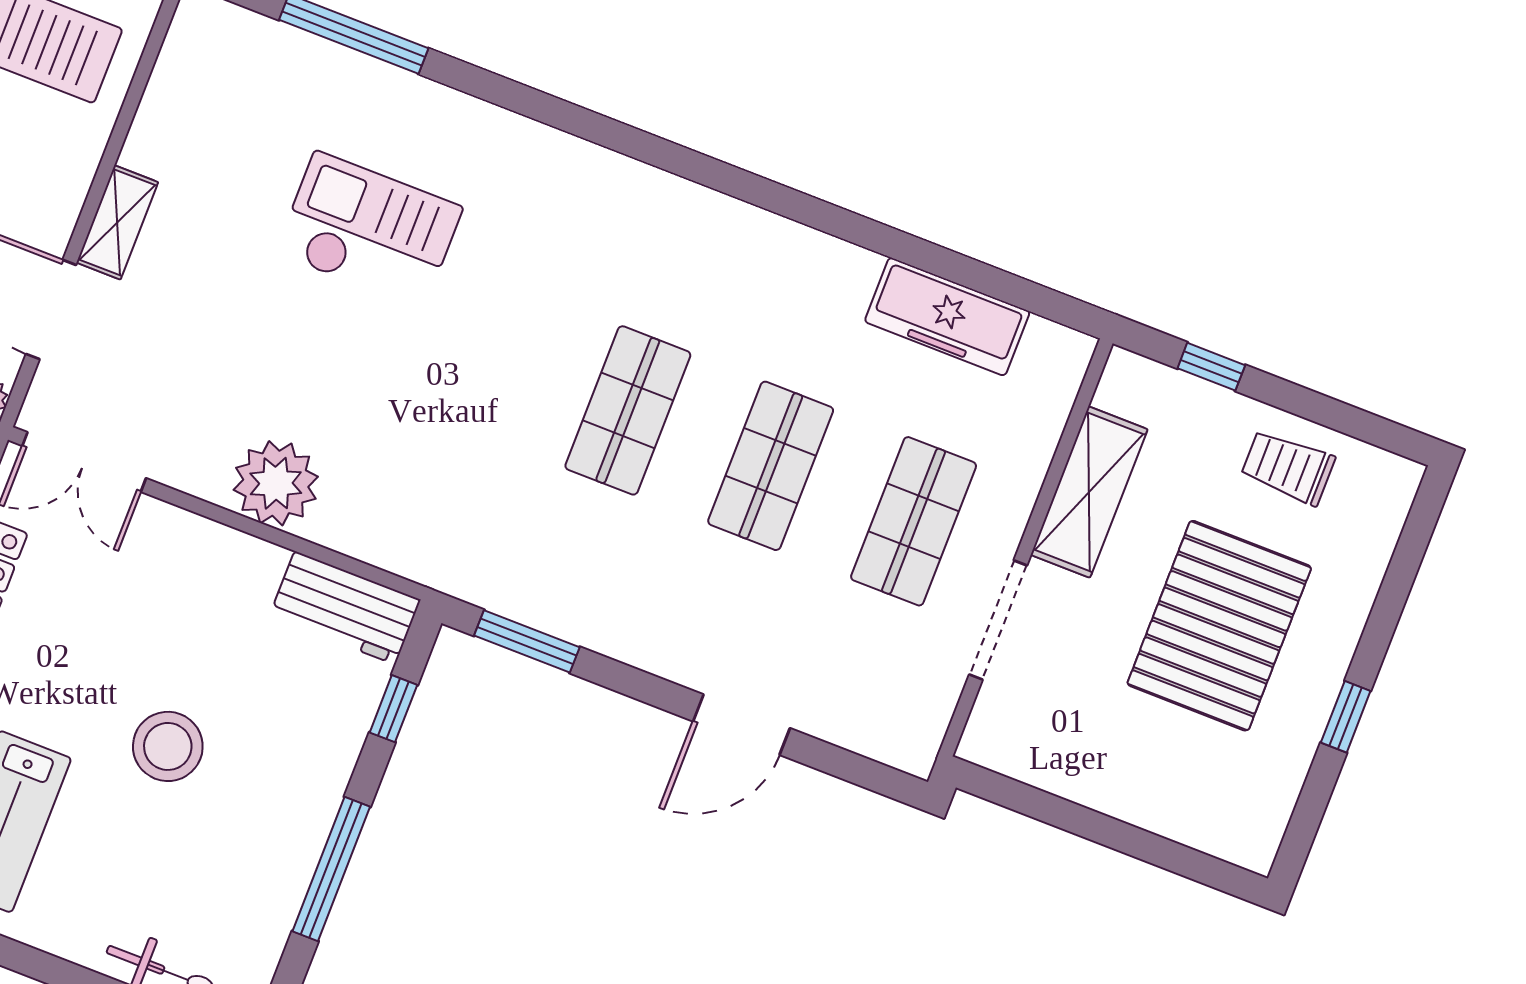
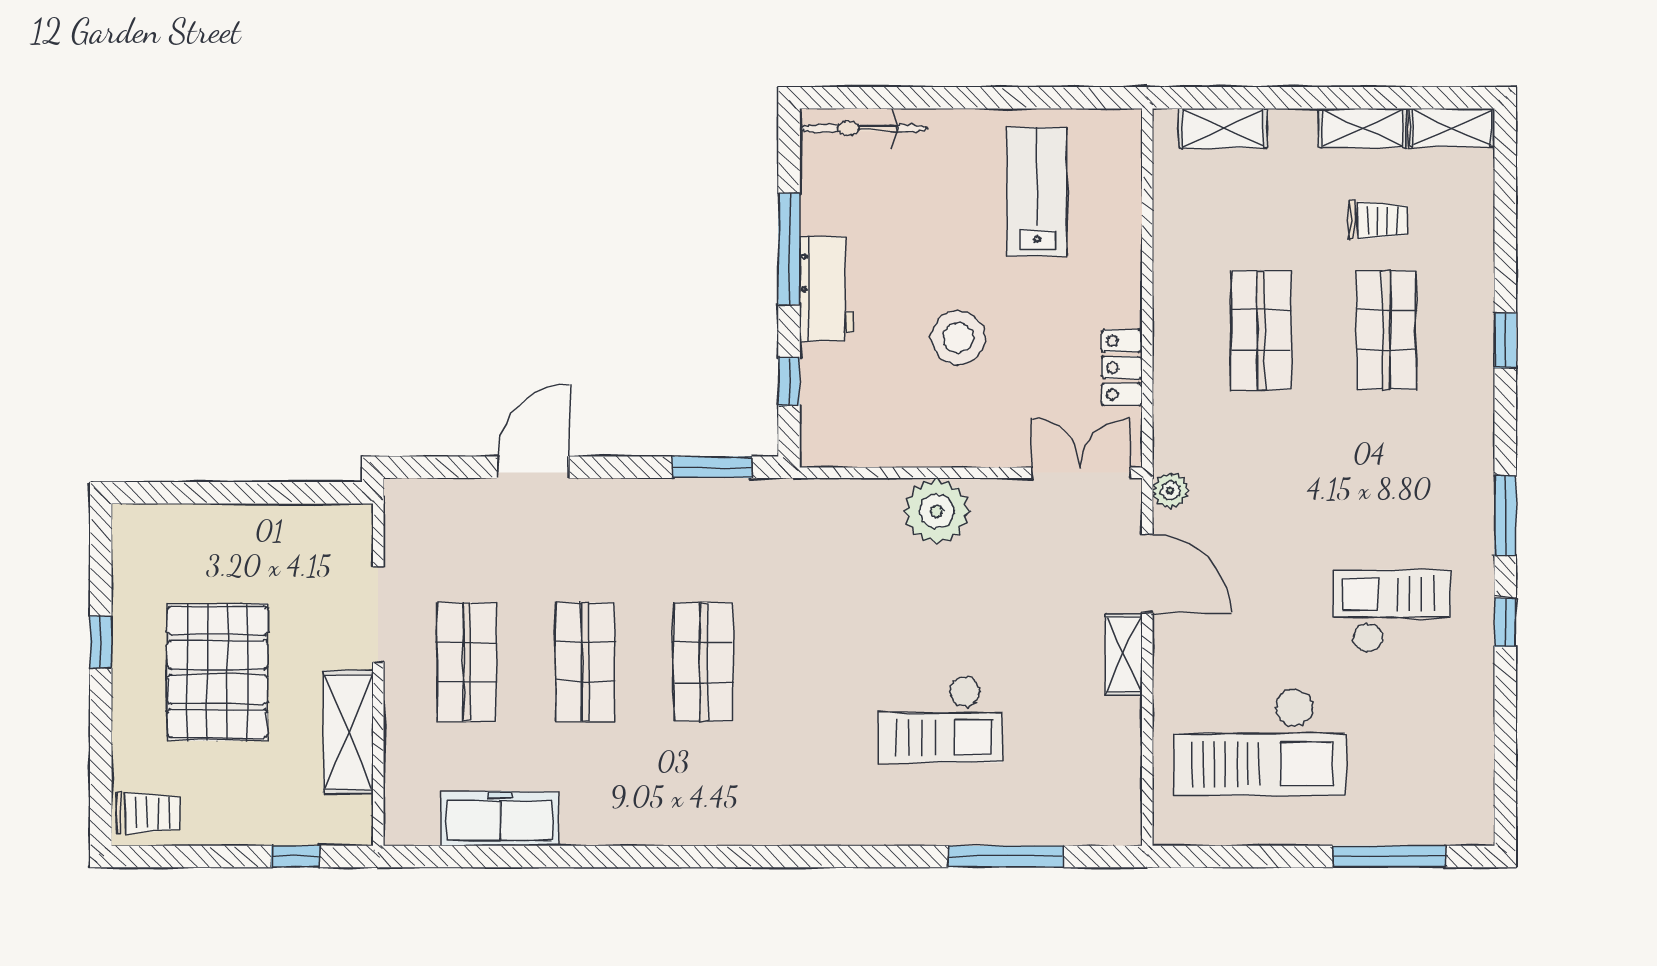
trolley: (1288, 467) -> (148, 813), moved
workbench: (345, 608) -> (827, 289), moved, turned 90
stool: (168, 746) -> (958, 338), moved

